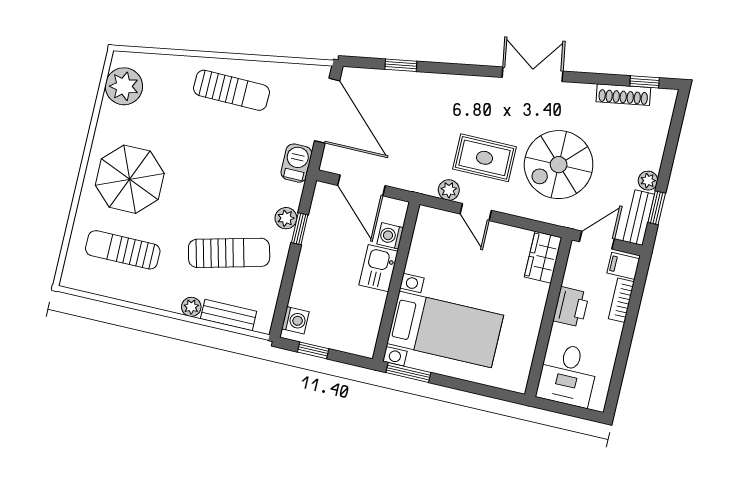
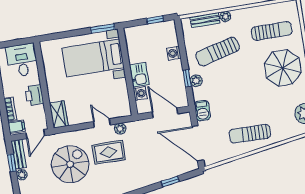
washing machine: (295, 320) -> (174, 53), moved

